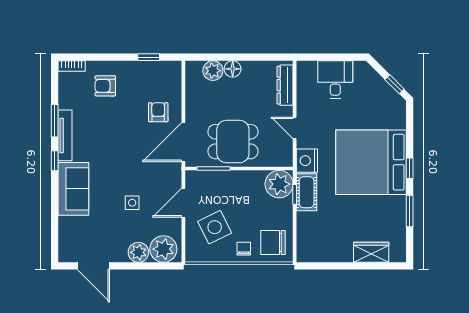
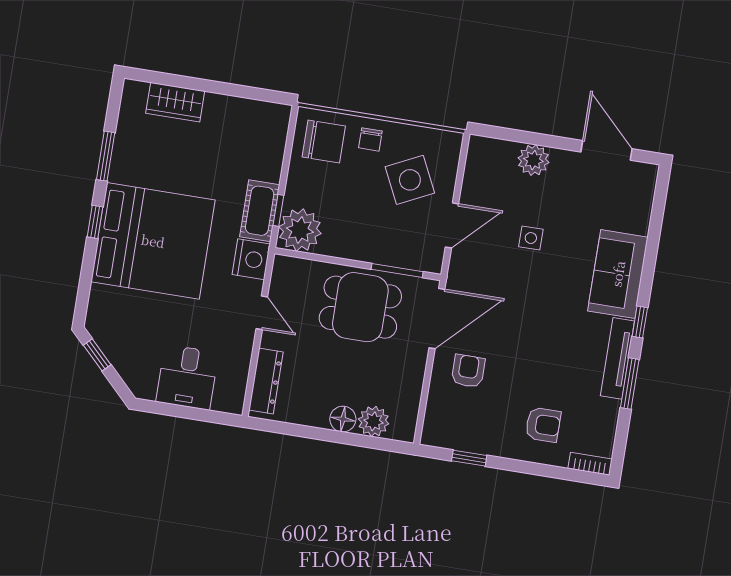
armchair: (158, 112) -> (468, 371), turned 180
plant: (163, 249) -> (494, 159), removed

